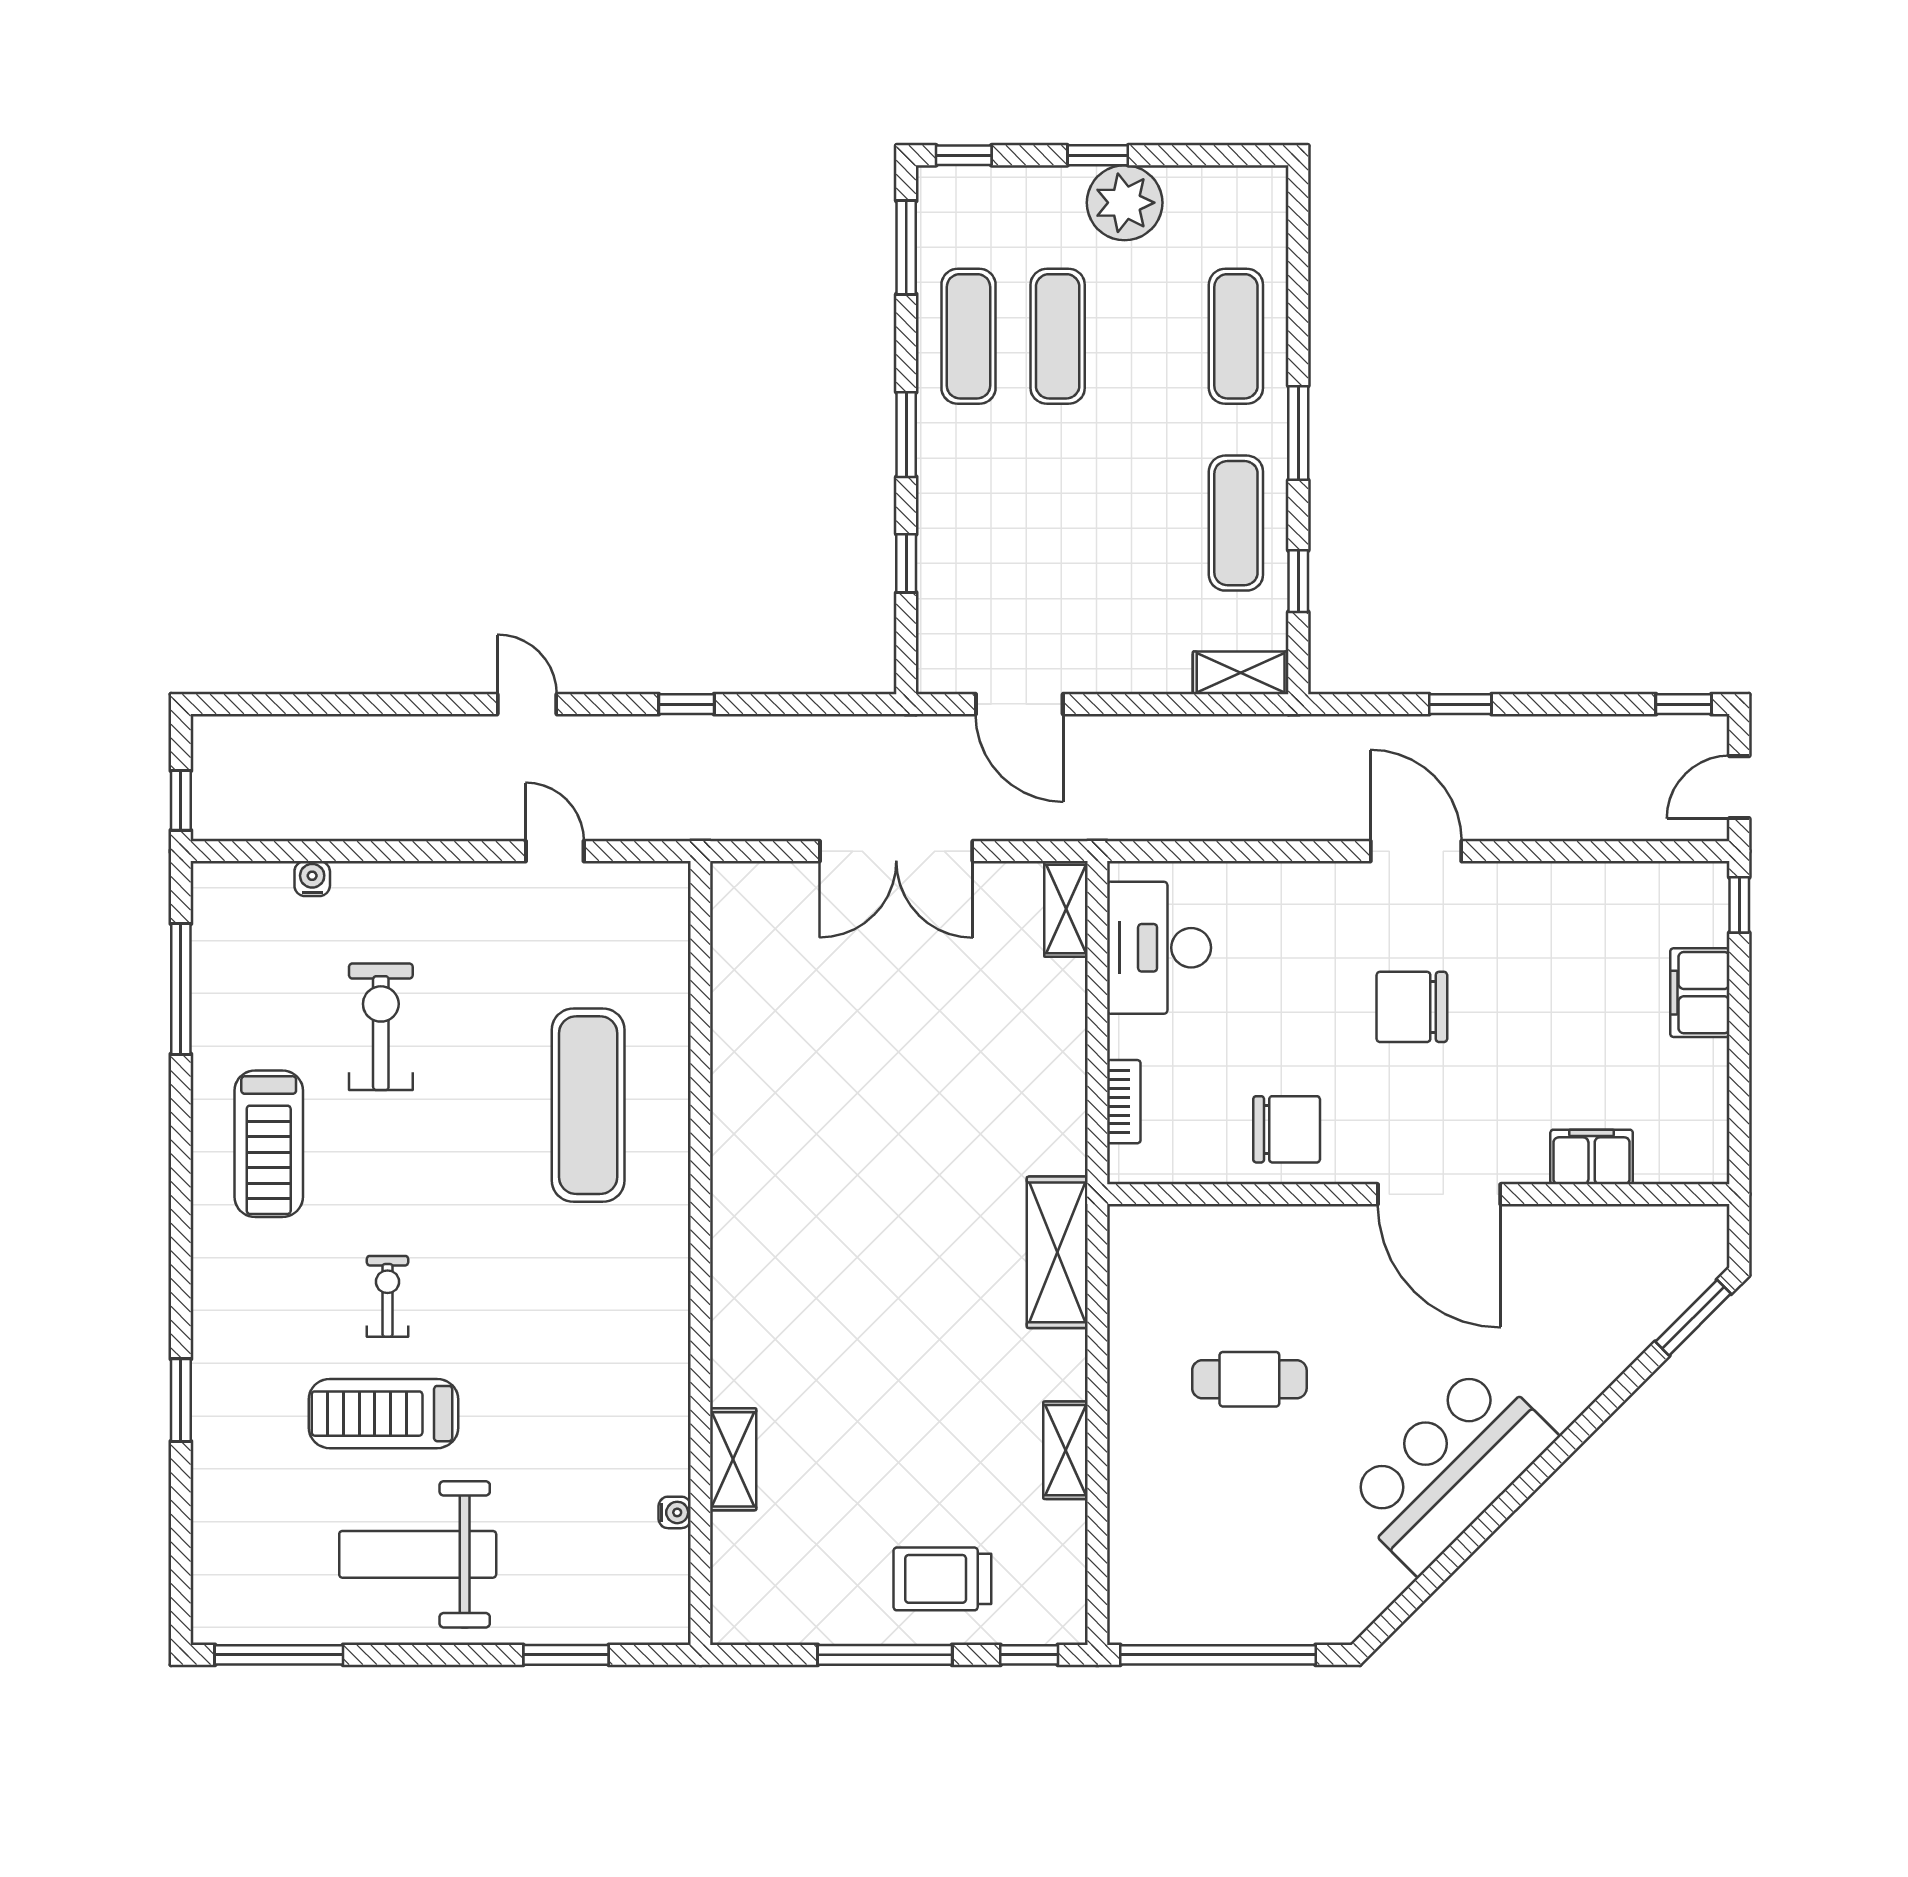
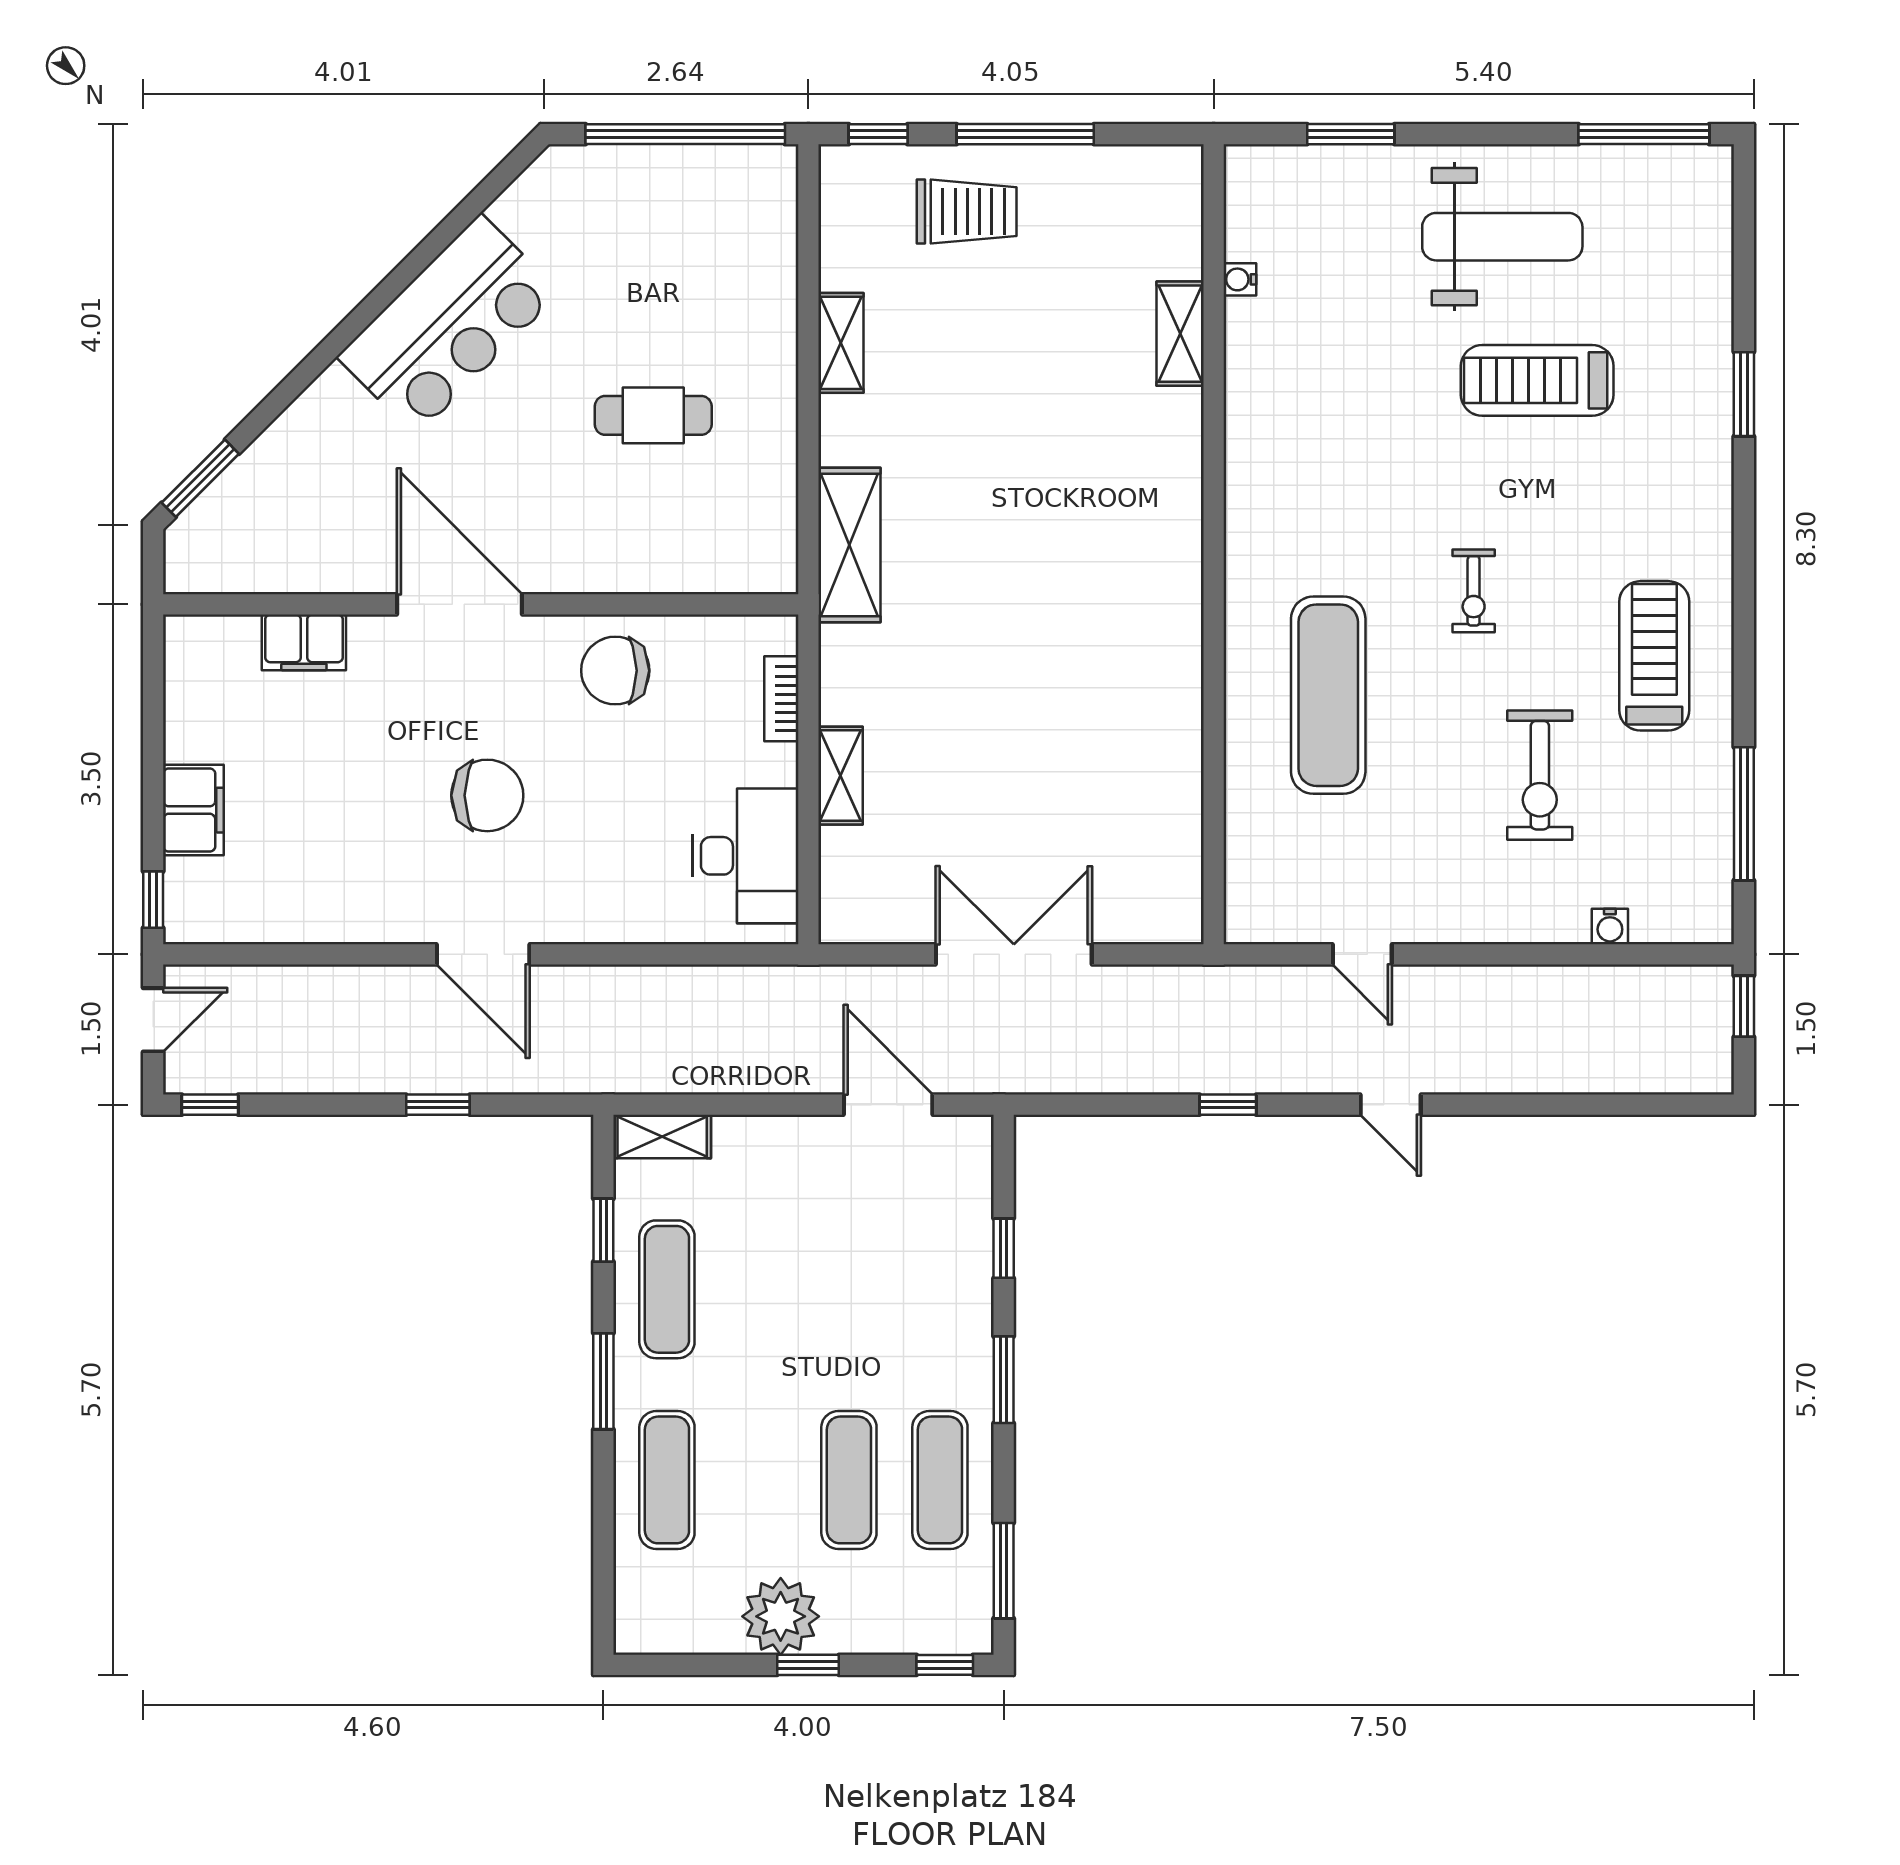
shelving: (1066, 909) -> (841, 776), moved
exercise bike: (387, 1296) -> (1474, 591), moved
treadmill: (383, 1414) -> (1537, 380), turned 180

